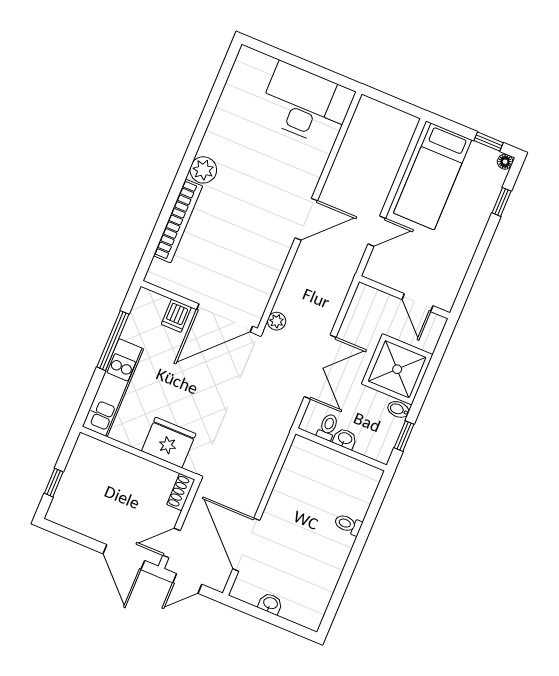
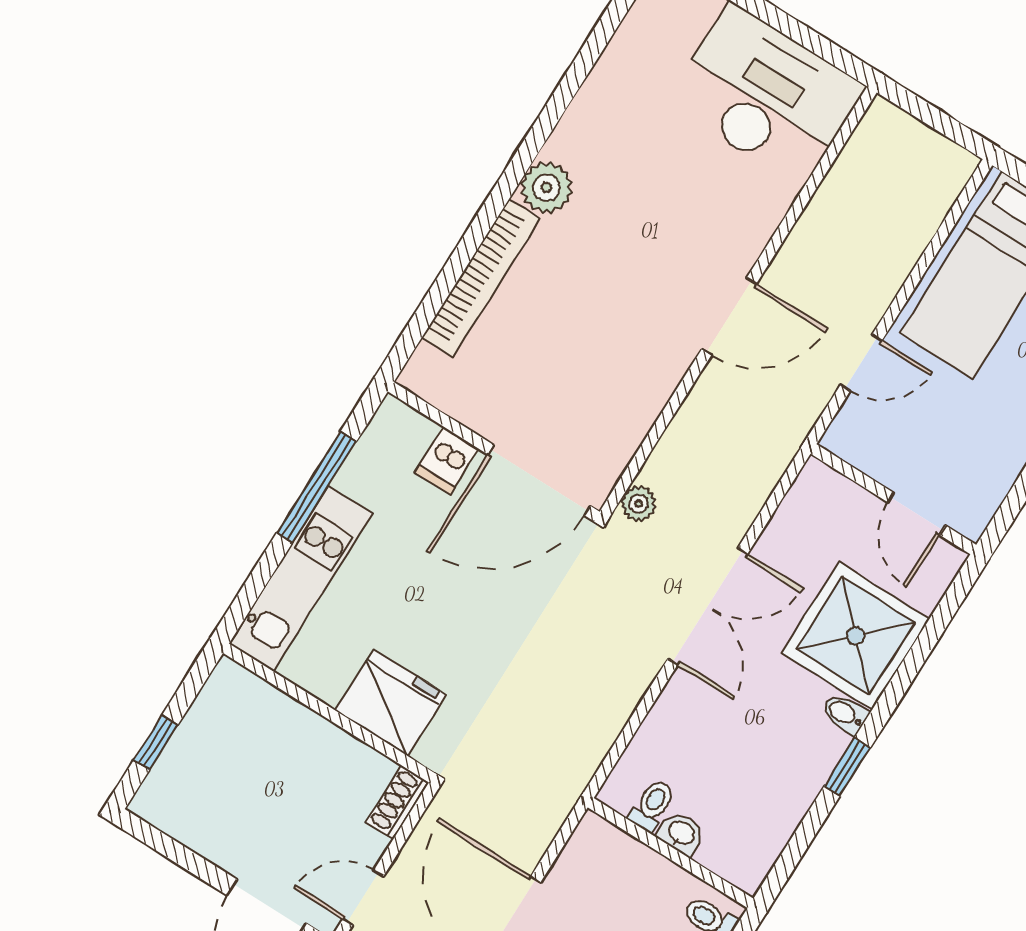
toilet: (328, 427) -> (652, 805), moved
washbasin: (345, 439) -> (681, 833), moved
wall: (341, 449) -> (671, 853), moved

